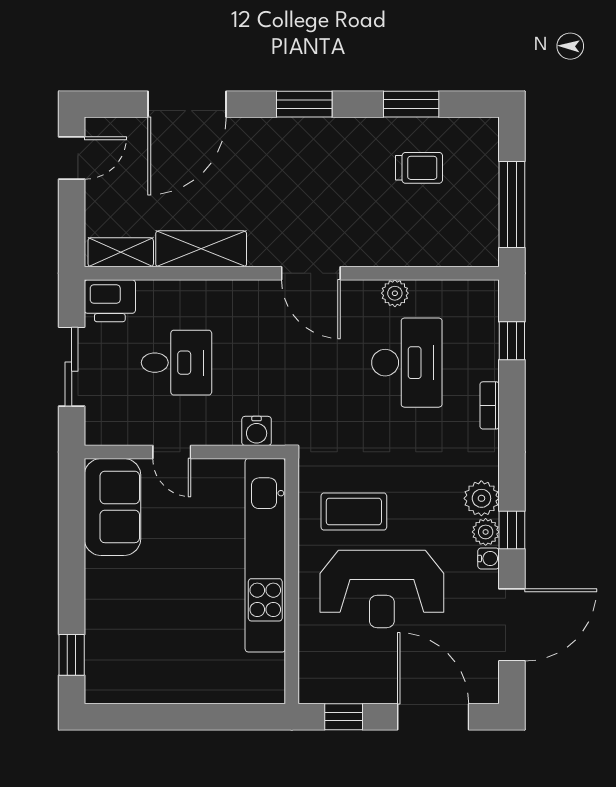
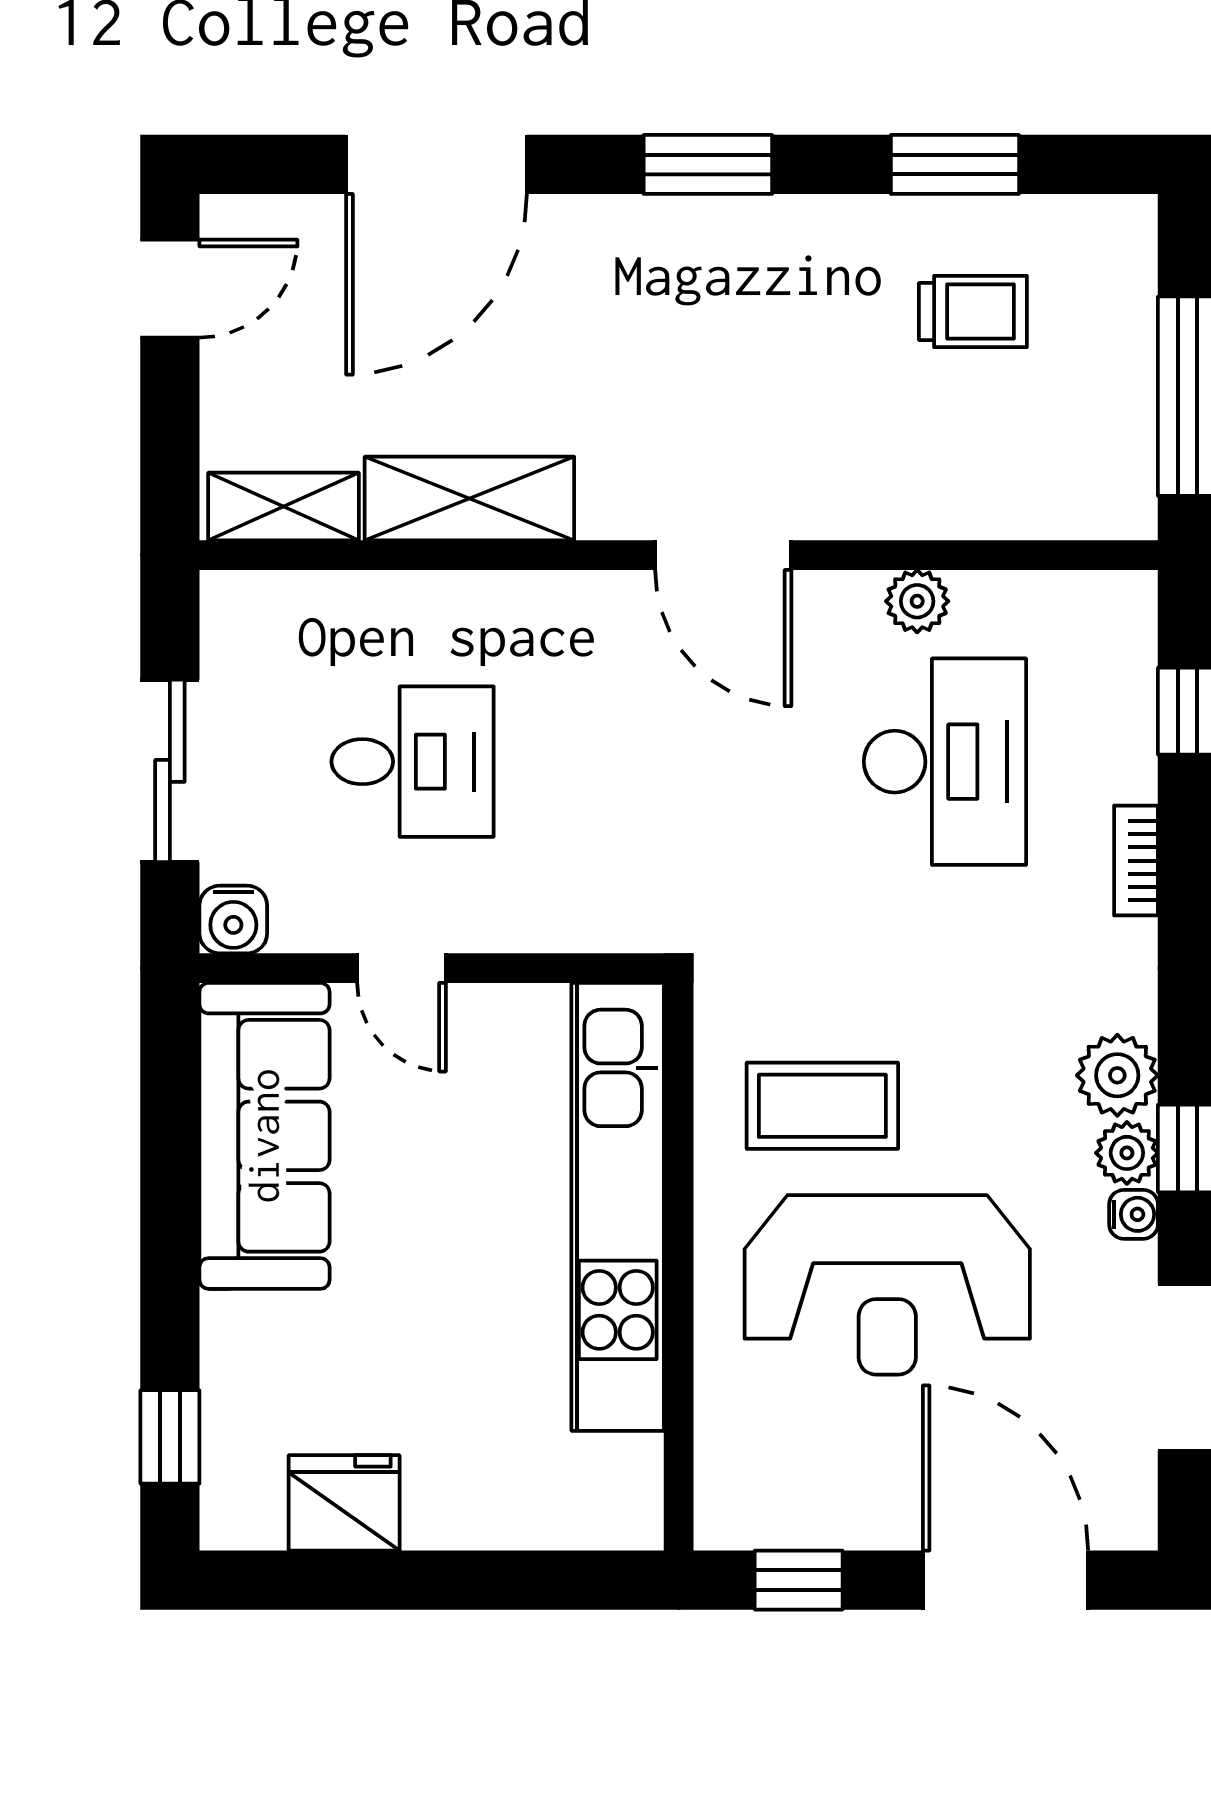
printer: (110, 301) -> (258, 619), removed
water cooler: (257, 431) -> (233, 919), moved
sofa: (112, 507) -> (264, 1136), width x1.36
fridge: (147, 683) -> (344, 1503), added

